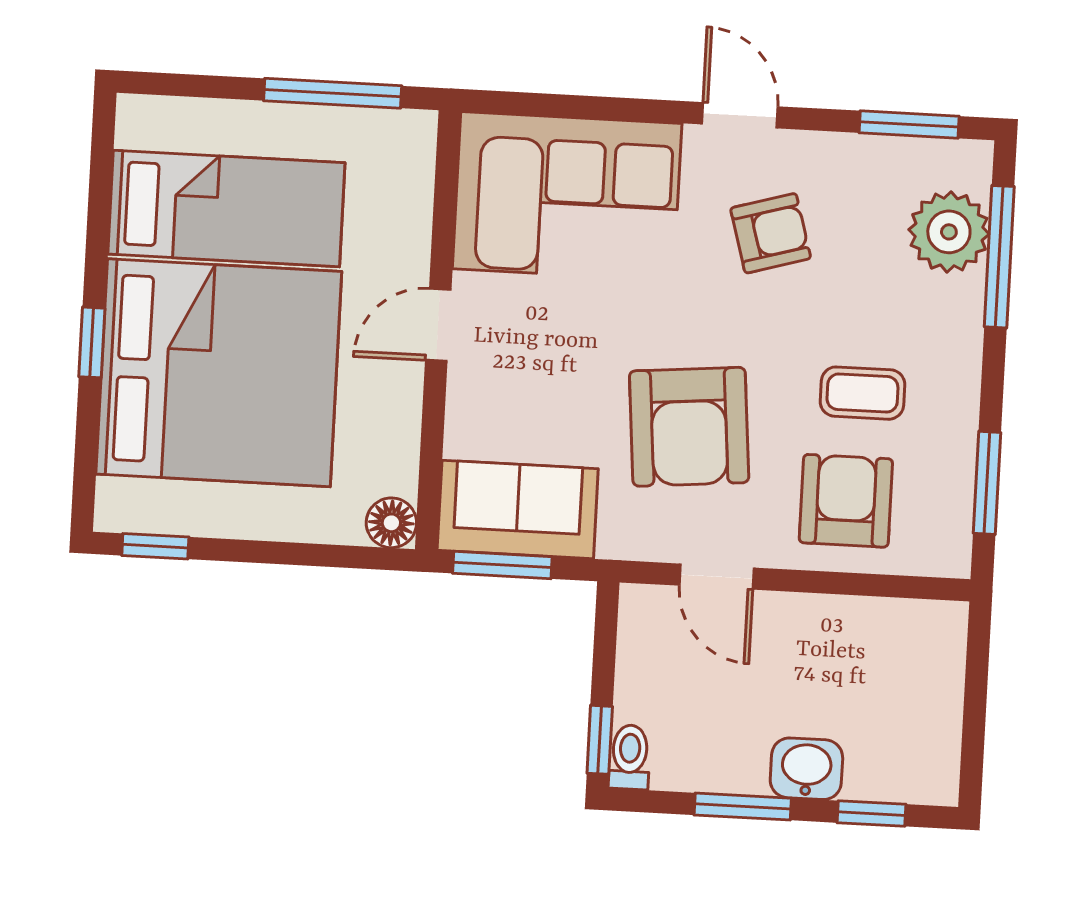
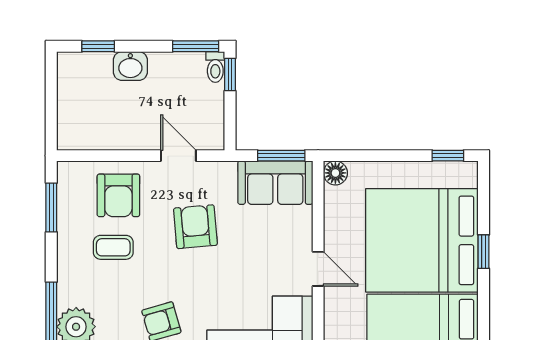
door: (438, 325) -> (318, 269), hinge flipped
armchair: (689, 427) -> (195, 227), width x0.73, depth x0.73
window: (743, 807) -> (196, 46), moved

